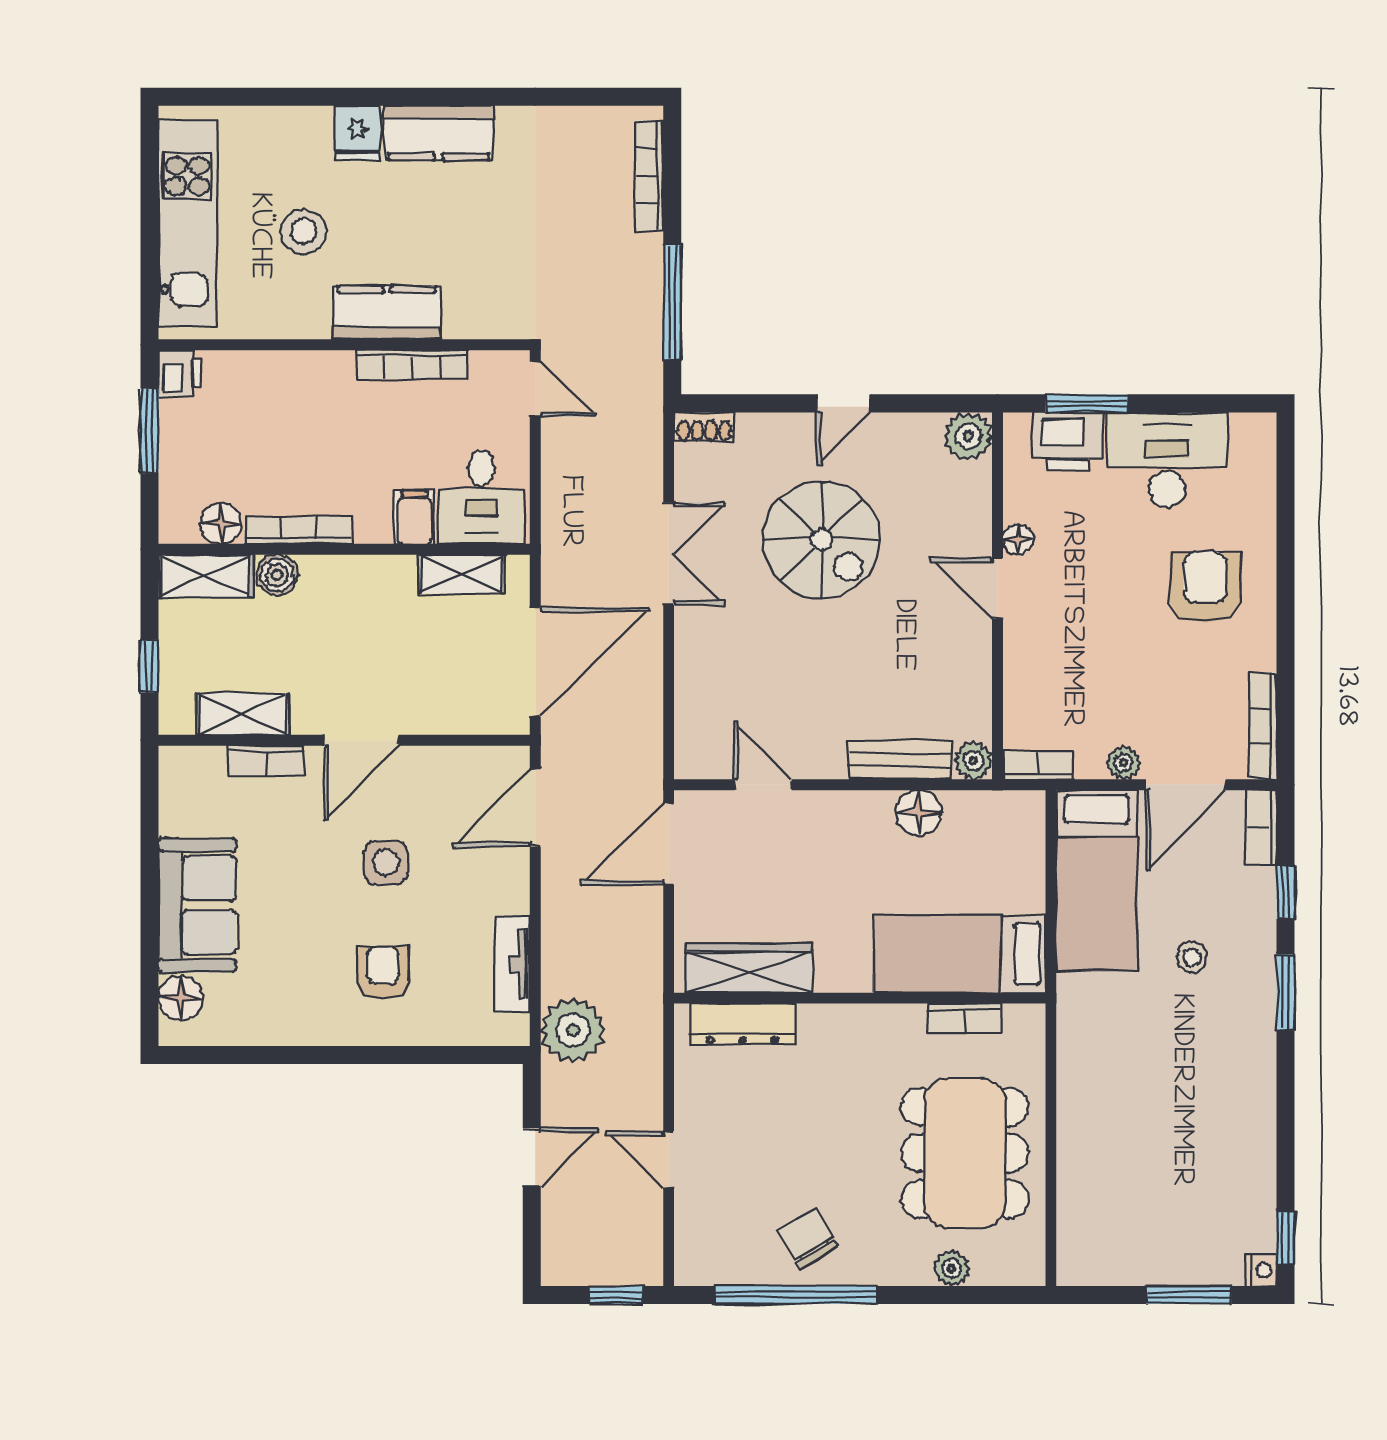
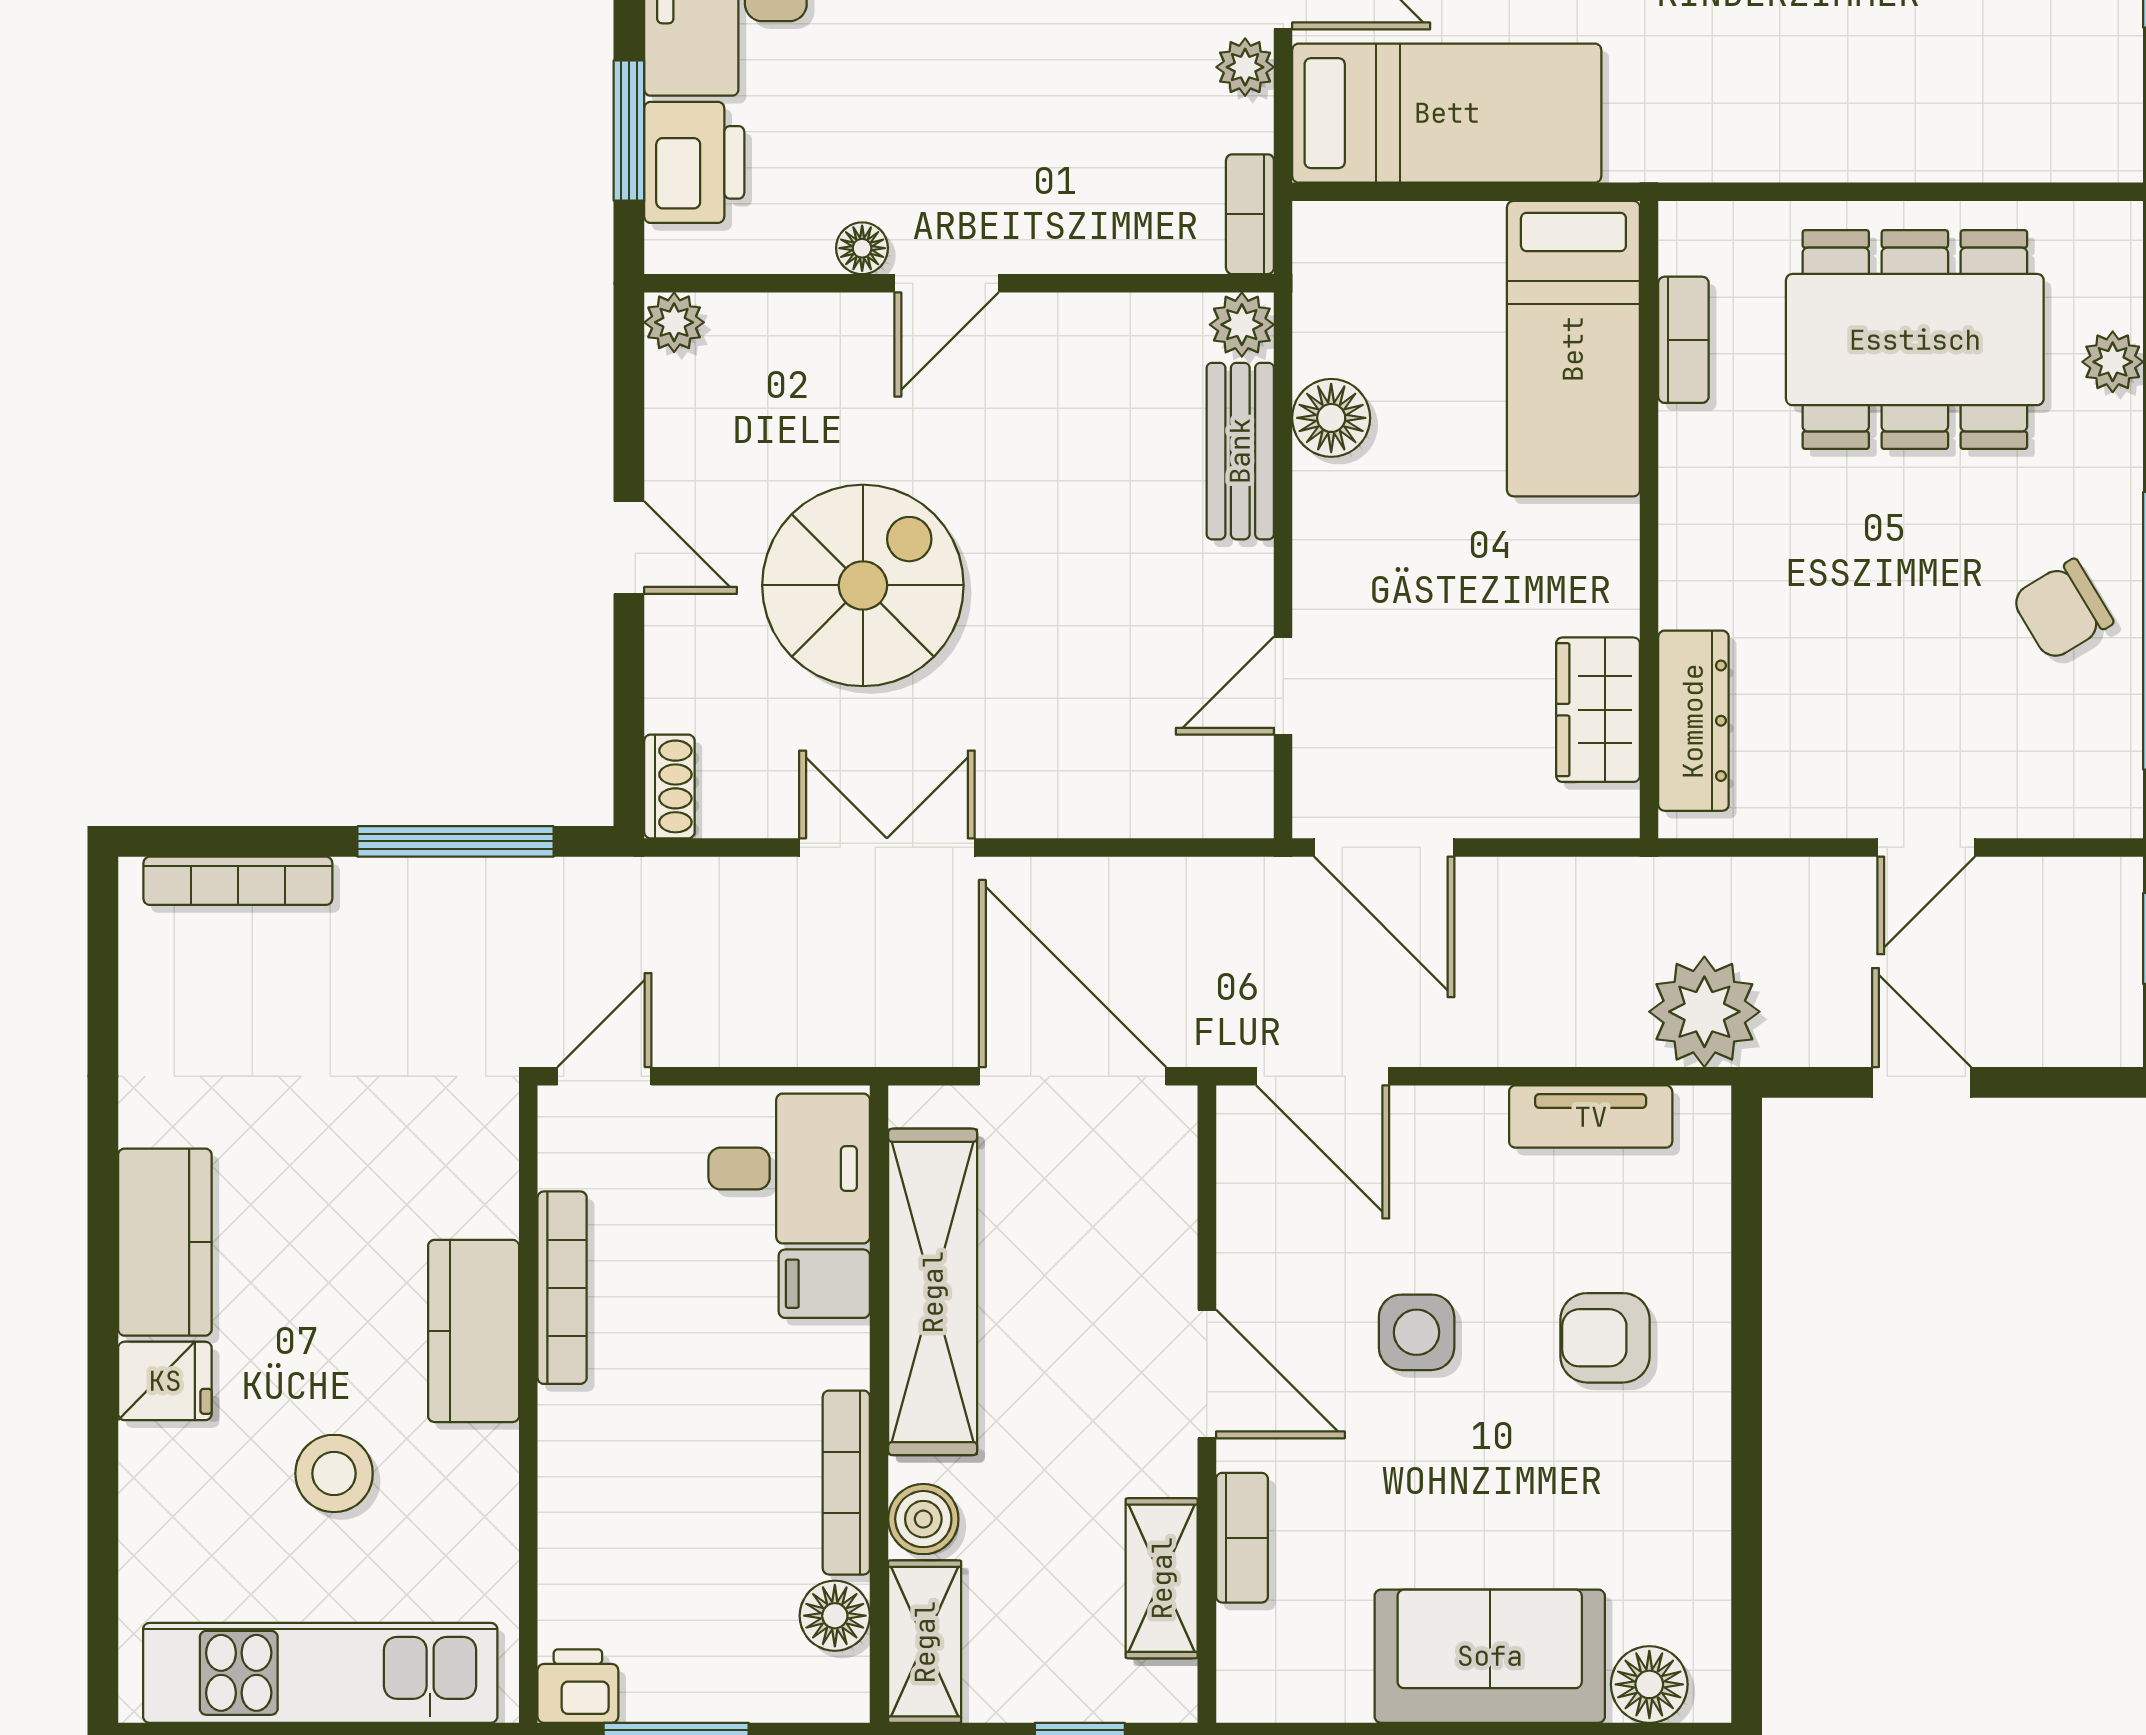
plant: (968, 436) -> (674, 322), width x0.73, depth x0.73
shelving: (461, 574) -> (933, 1292), width x2.20, depth x1.33
wardrobe: (749, 968) -> (1598, 710), width x0.67

